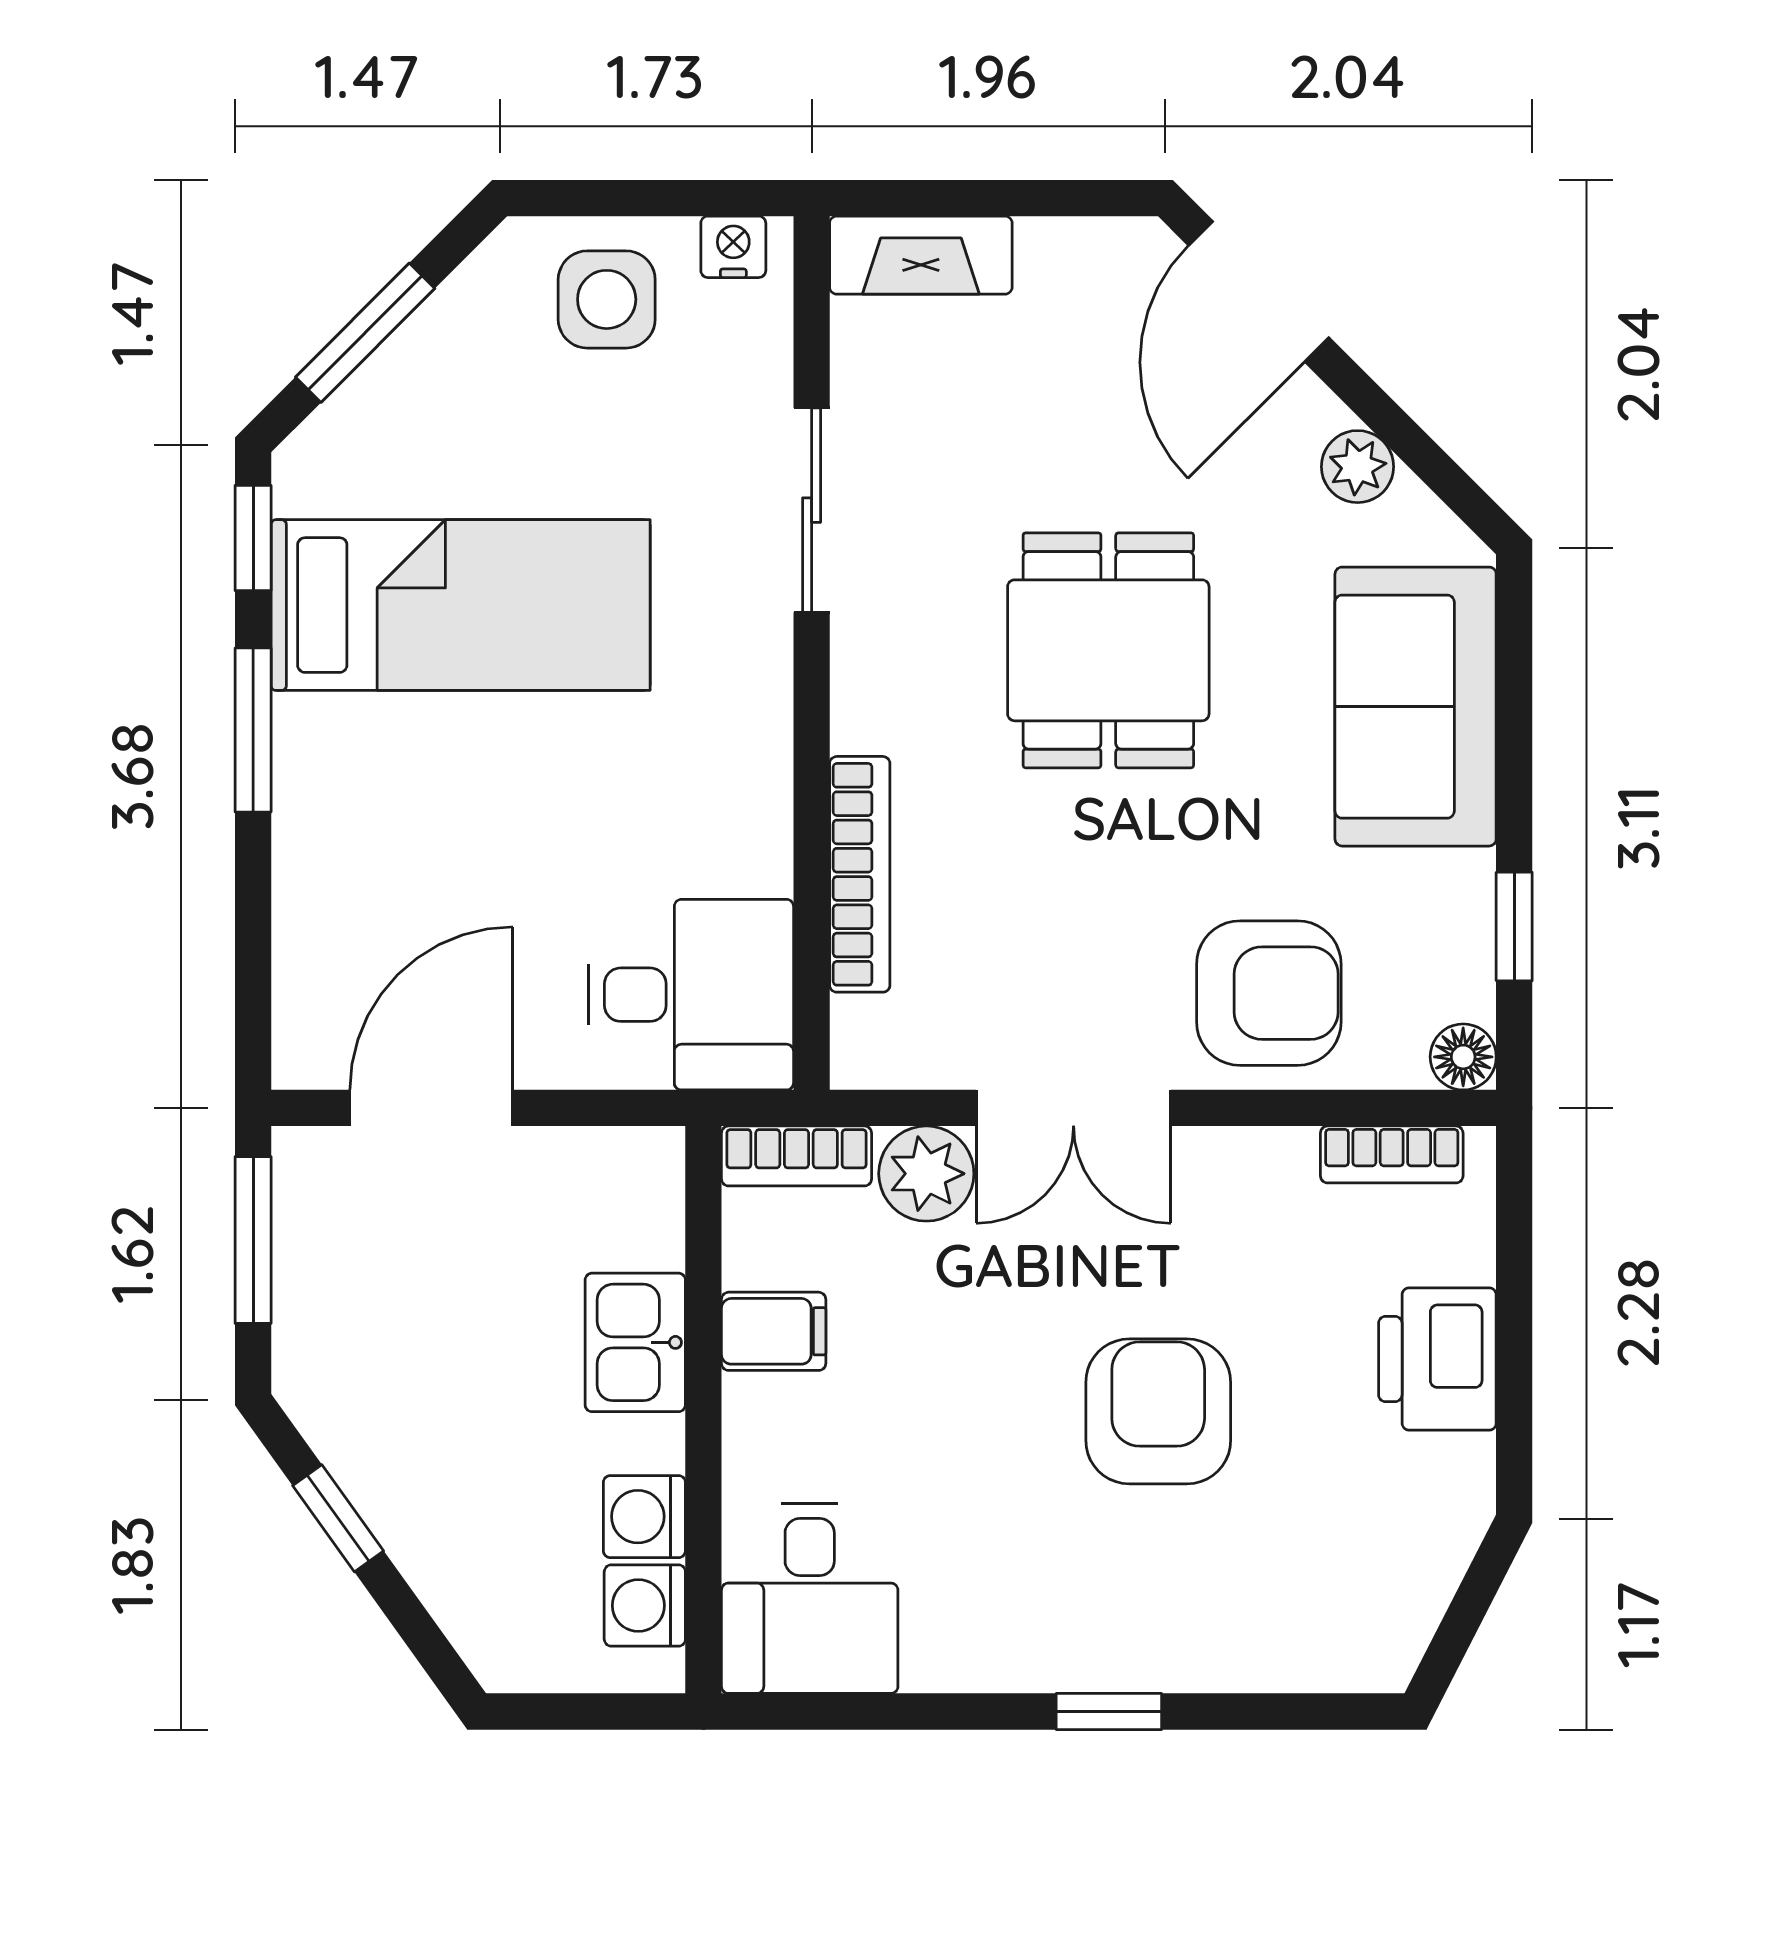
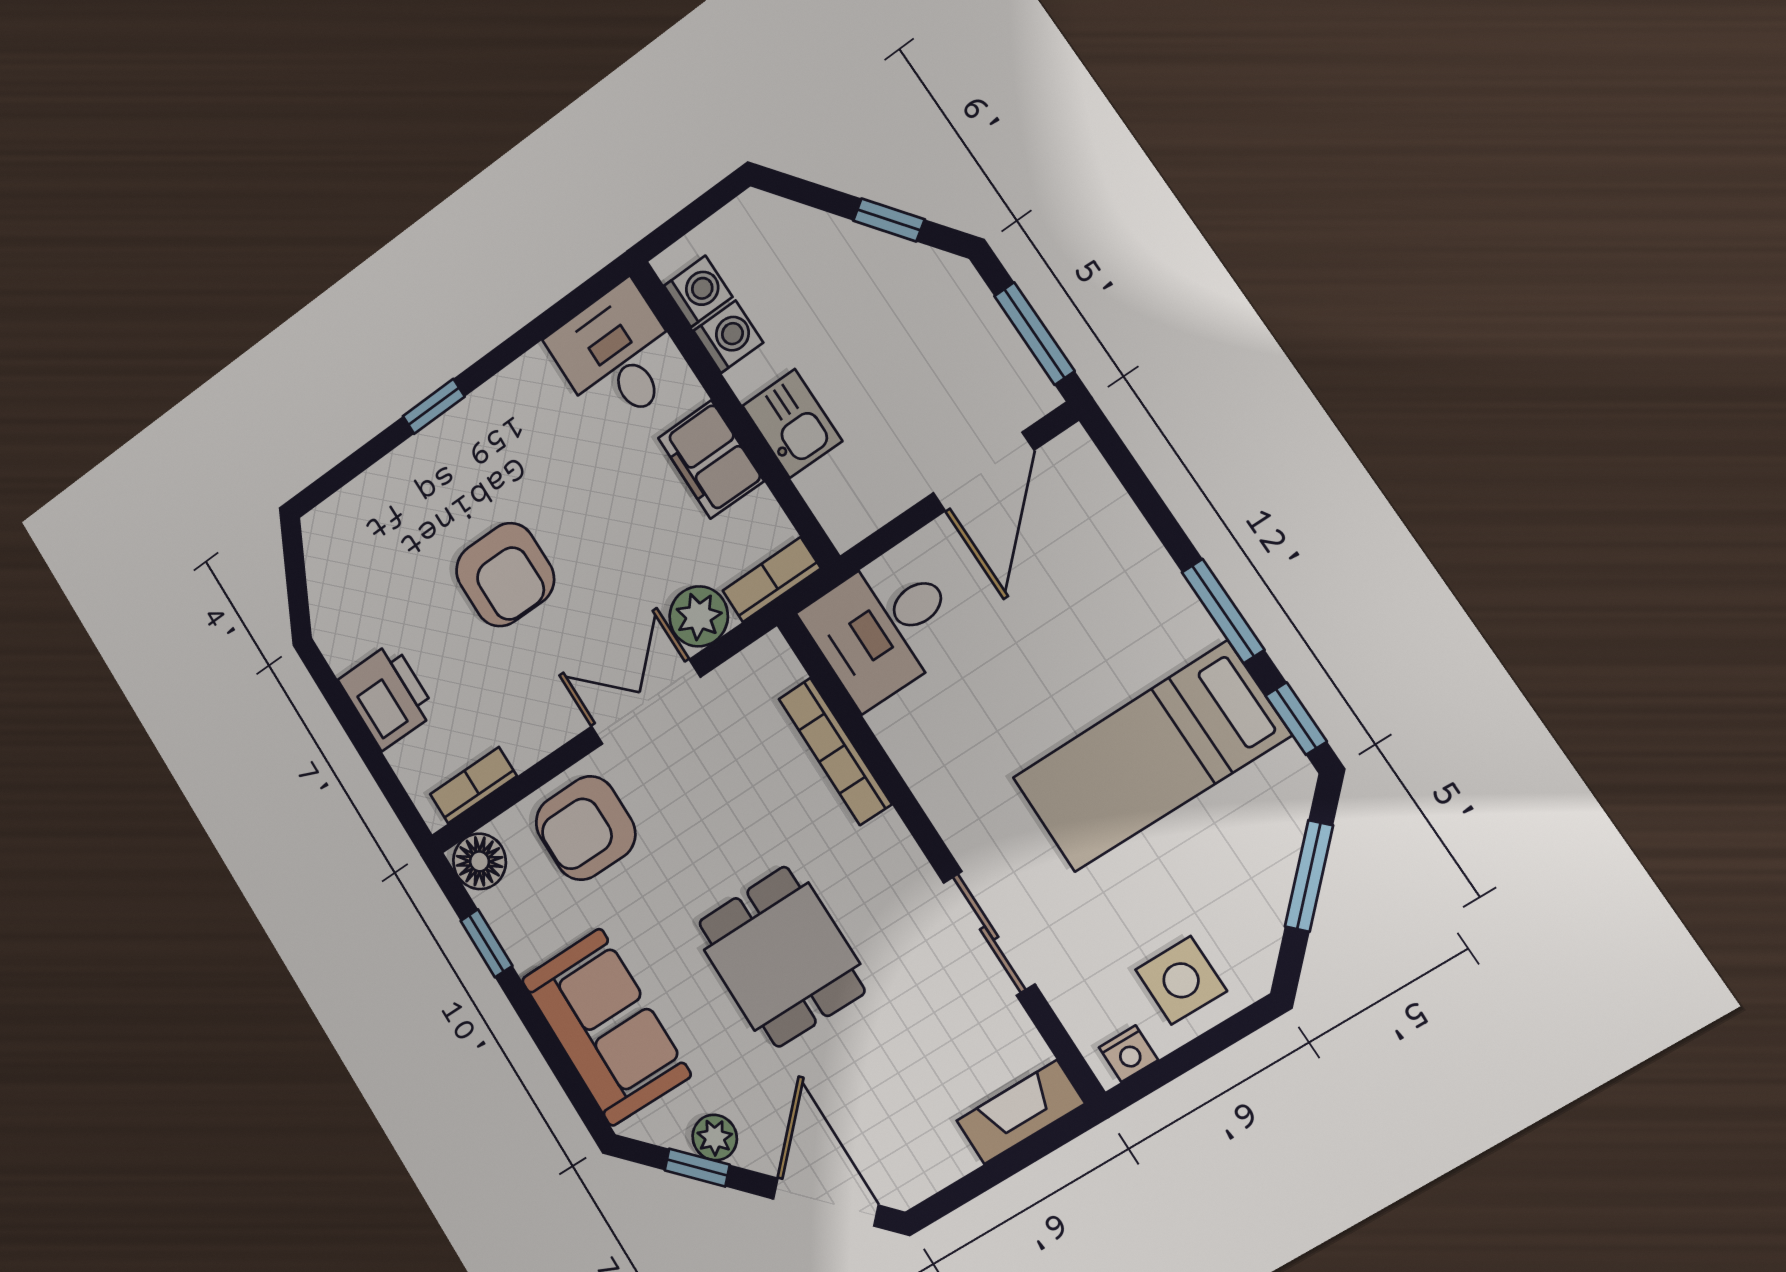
window: (1409, 441) -> (697, 1168), added
floor lamp: (1463, 1057) -> (480, 861), width x1.37, depth x1.37
filing cabinet: (774, 1331) -> (711, 459), width x2.00

